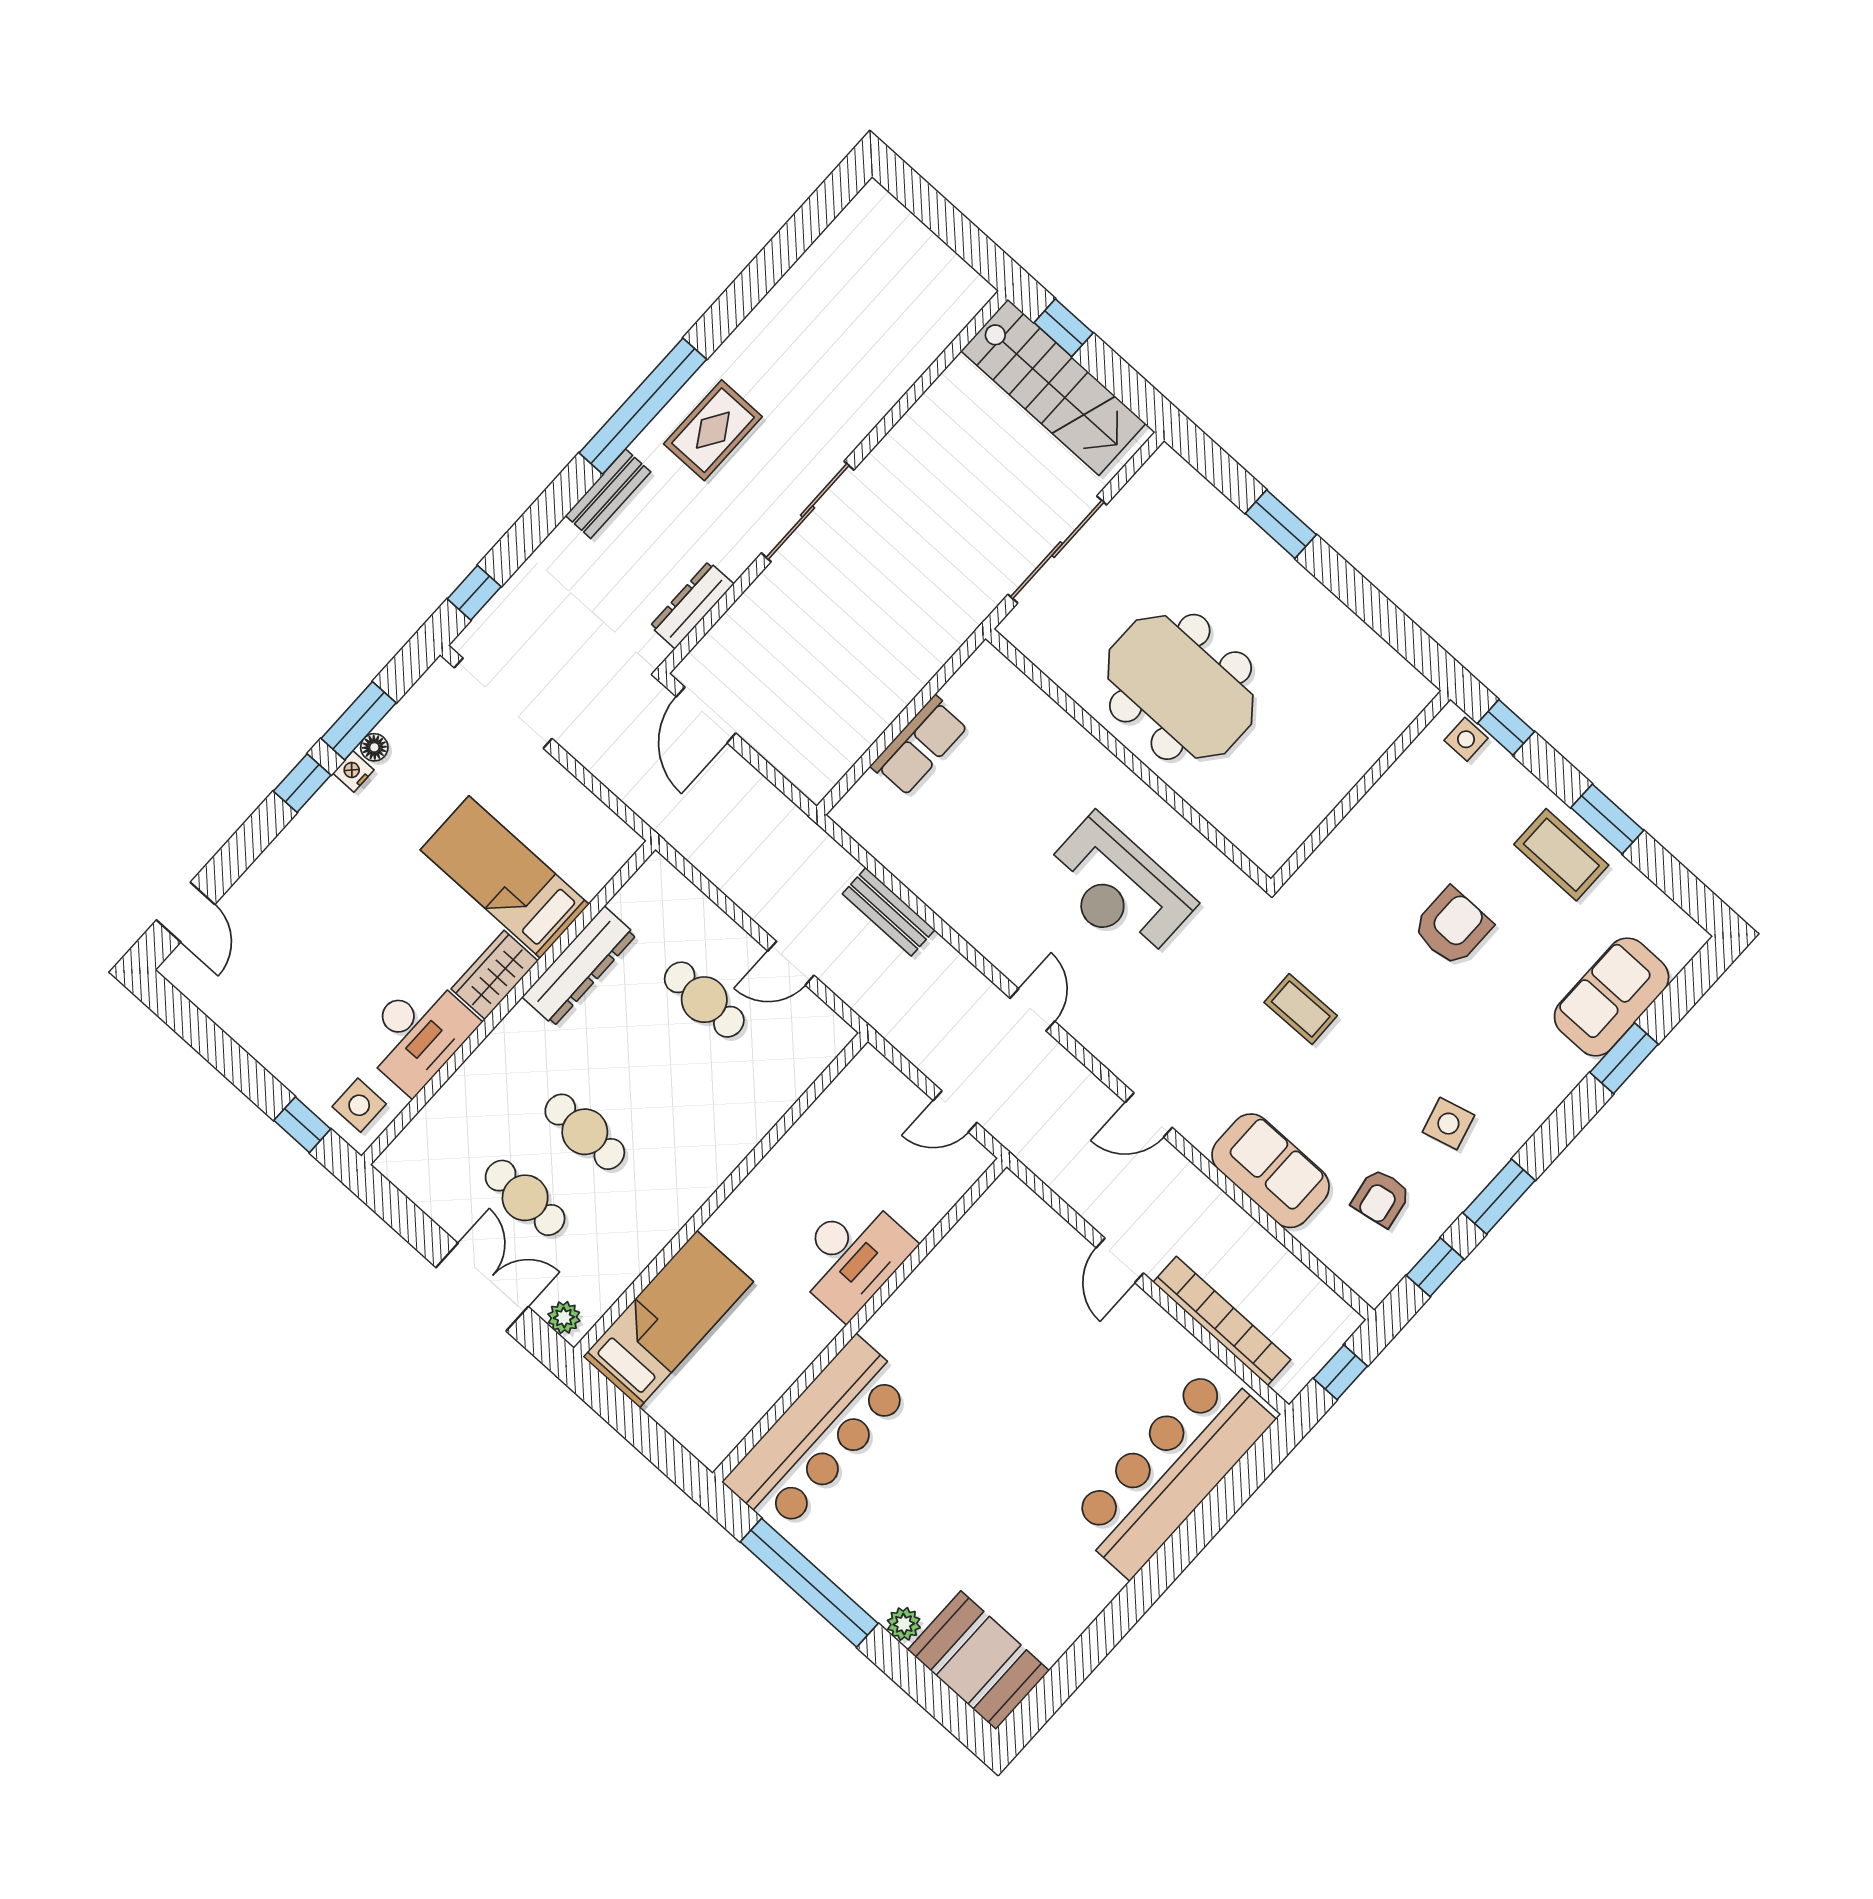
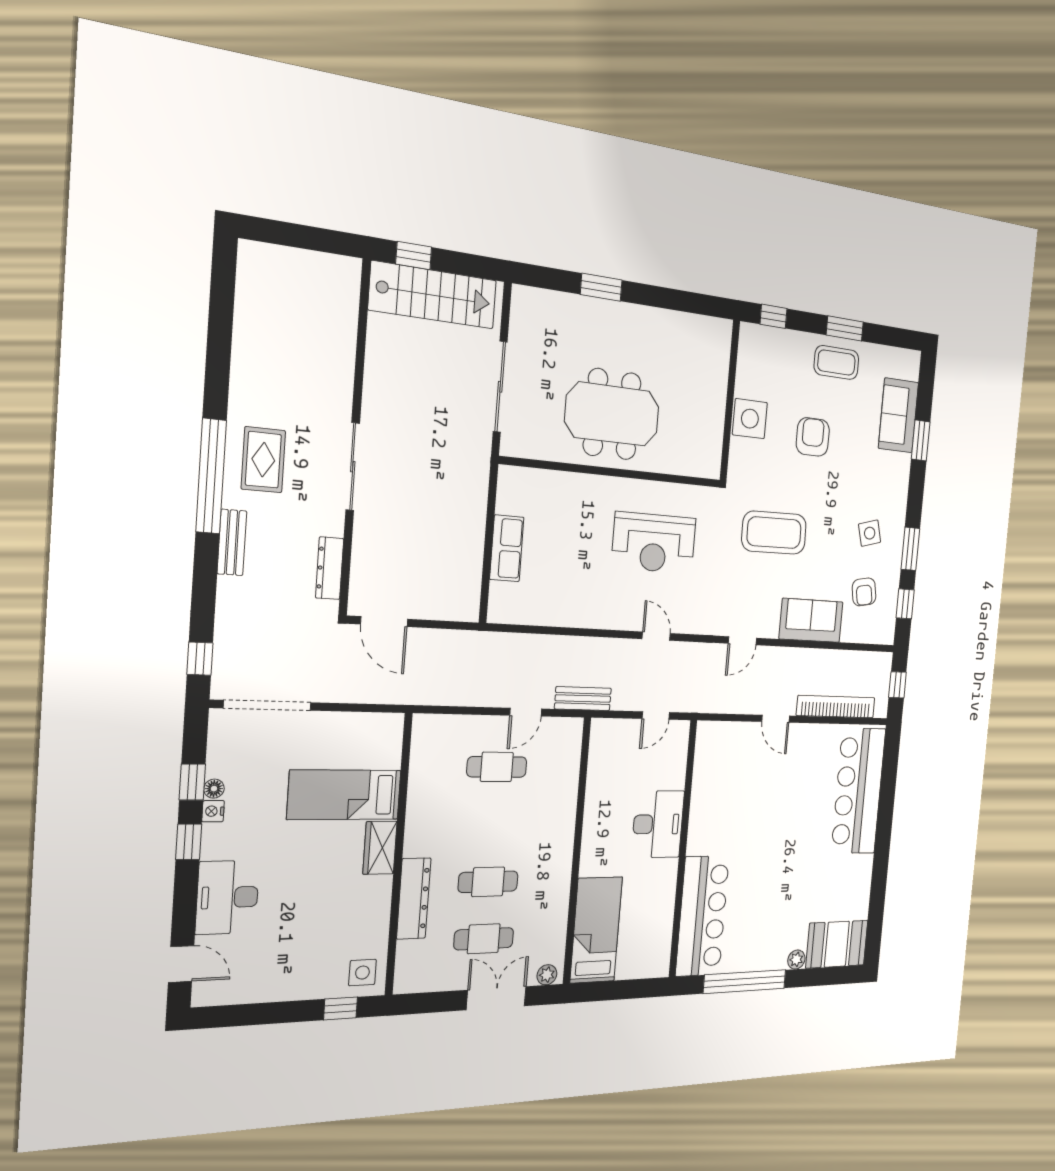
window: (359, 721) -> (192, 782), width x0.67
side table: (1466, 739) -> (750, 419), moved, width x1.87, depth x1.87
bench: (889, 912) -> (583, 699), moved
dresser: (579, 966) -> (414, 898), moved
coffee table: (1301, 1009) -> (774, 533), width x1.86, depth x1.72
desk: (417, 1033) -> (227, 897), moved, turned 180

